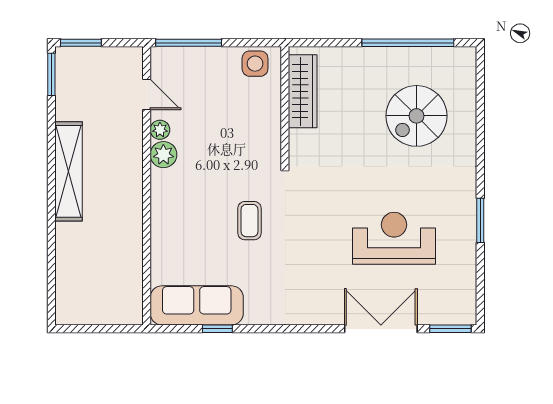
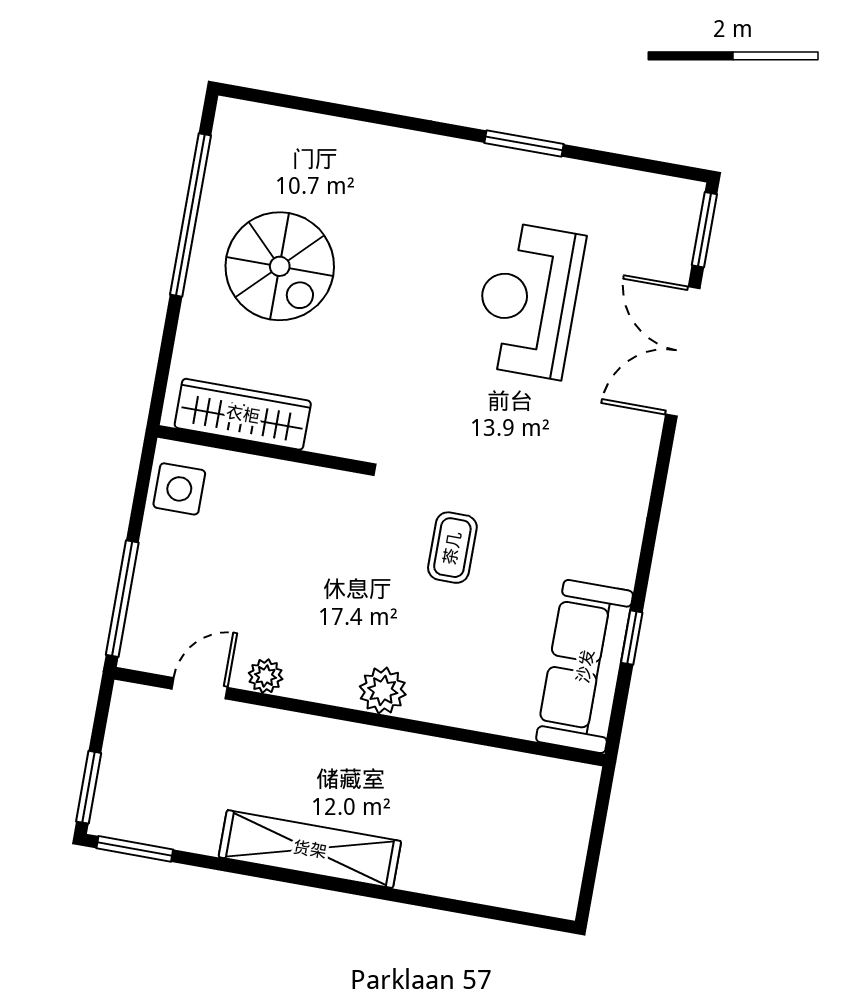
spiral stairs: (417, 116) -> (280, 266), moved
plant: (163, 155) -> (383, 691), moved
coffee table: (249, 221) -> (452, 548), turned 90

